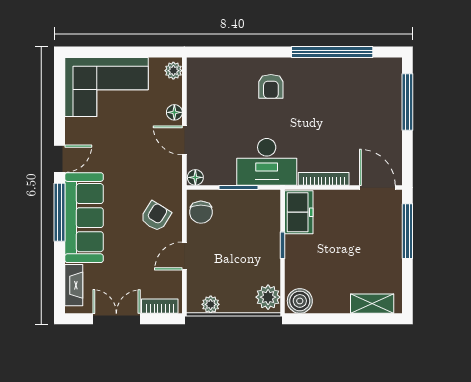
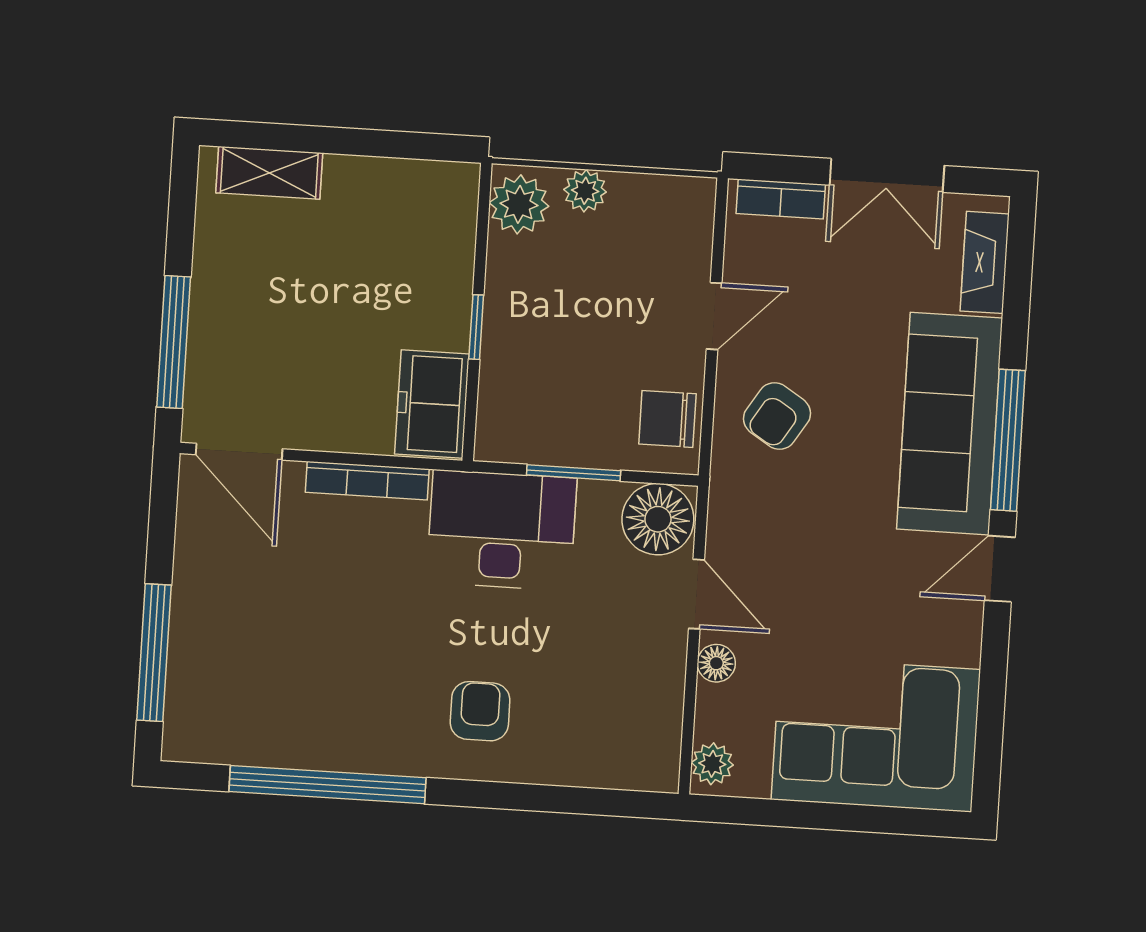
floor lamp: (195, 177) -> (658, 519), width x1.89, depth x1.89
chair: (201, 212) -> (667, 419), turned -90
boiler: (300, 301) -> (443, 190), removed
plant: (211, 304) -> (585, 191), moved

